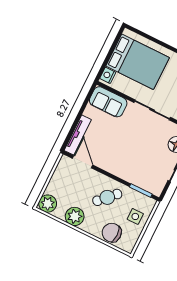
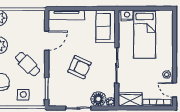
bed: (138, 62) -> (145, 34), width x0.67
armchair: (136, 147) -> (80, 67), added
door: (83, 162) -> (47, 41), moved

